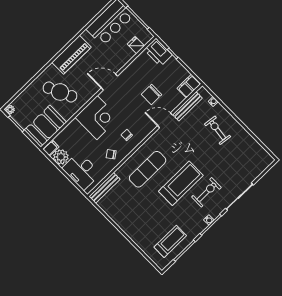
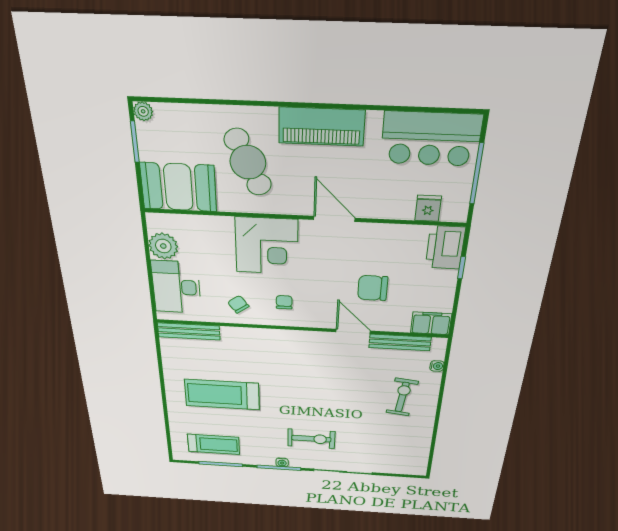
filing cabinet: (51, 148) -> (159, 222), removed
exercise mat: (148, 169) -> (268, 360), removed
treadmill: (181, 183) -> (222, 395), moved, turned 180

